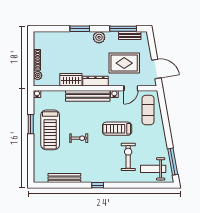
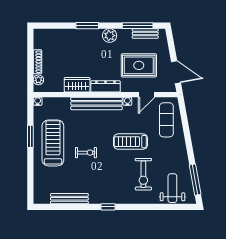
treadmill: (50, 130) -> (53, 143), turned 180
exercise bike: (128, 157) -> (143, 174), turned 180
weight bench: (153, 169) -> (172, 188), turned 90

